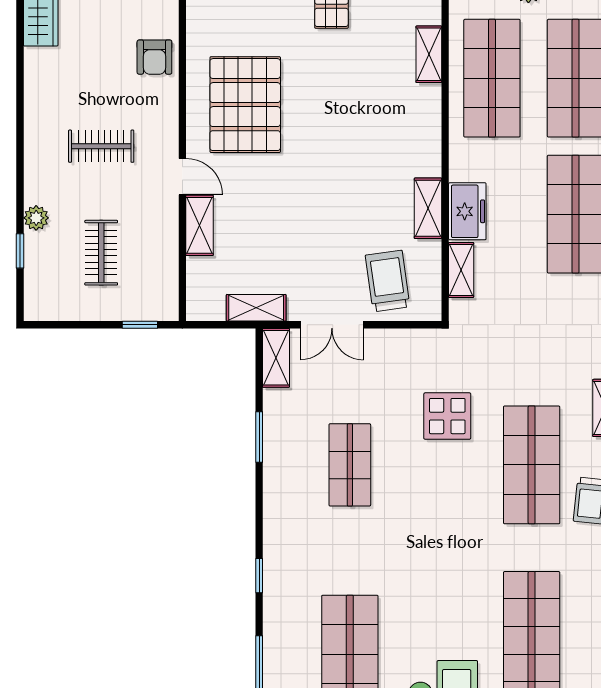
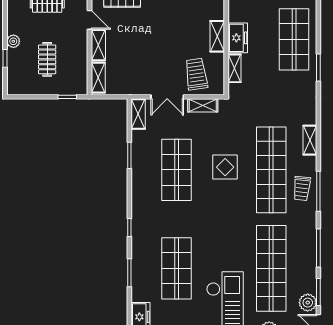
shelving: (256, 308) -> (98, 78), moved, turned 90
shelving: (400, 341) -> (203, 105), added
display table: (447, 416) -> (225, 167), moved
shop shelf: (350, 465) -> (177, 170), width x1.43, depth x1.36
shop shelf: (532, 465) -> (271, 170), width x1.40

